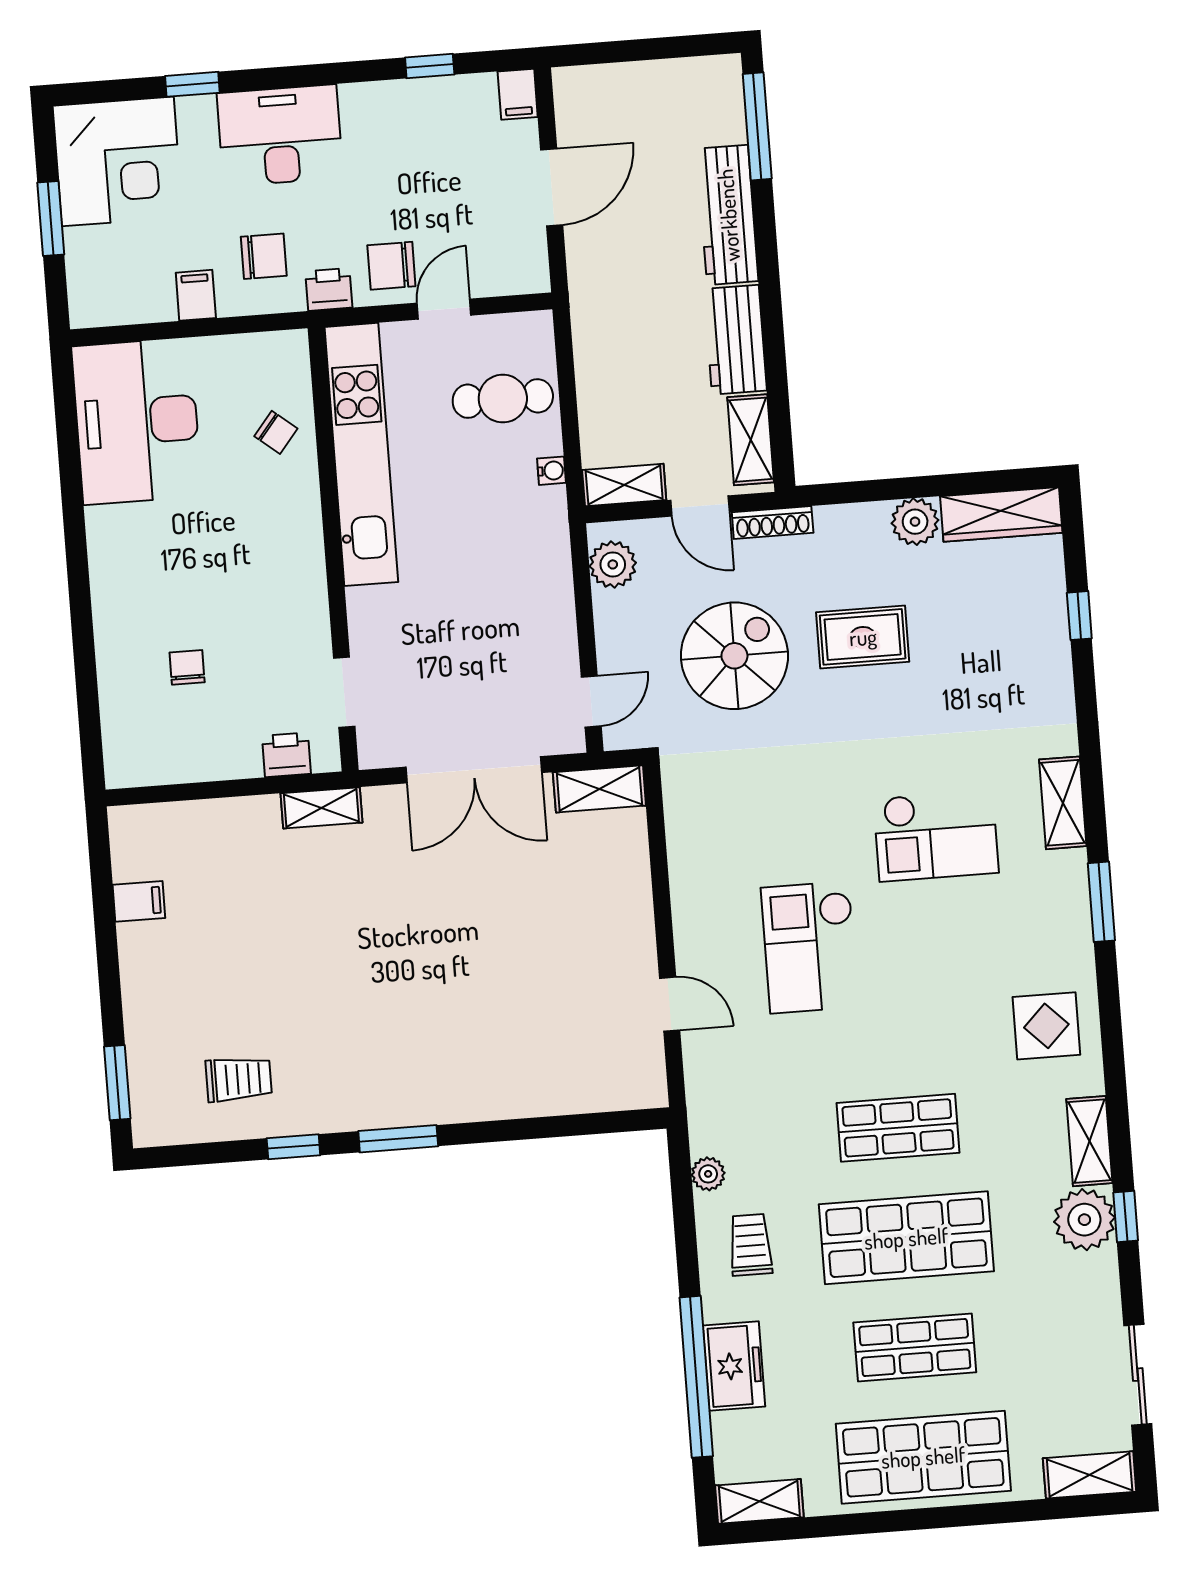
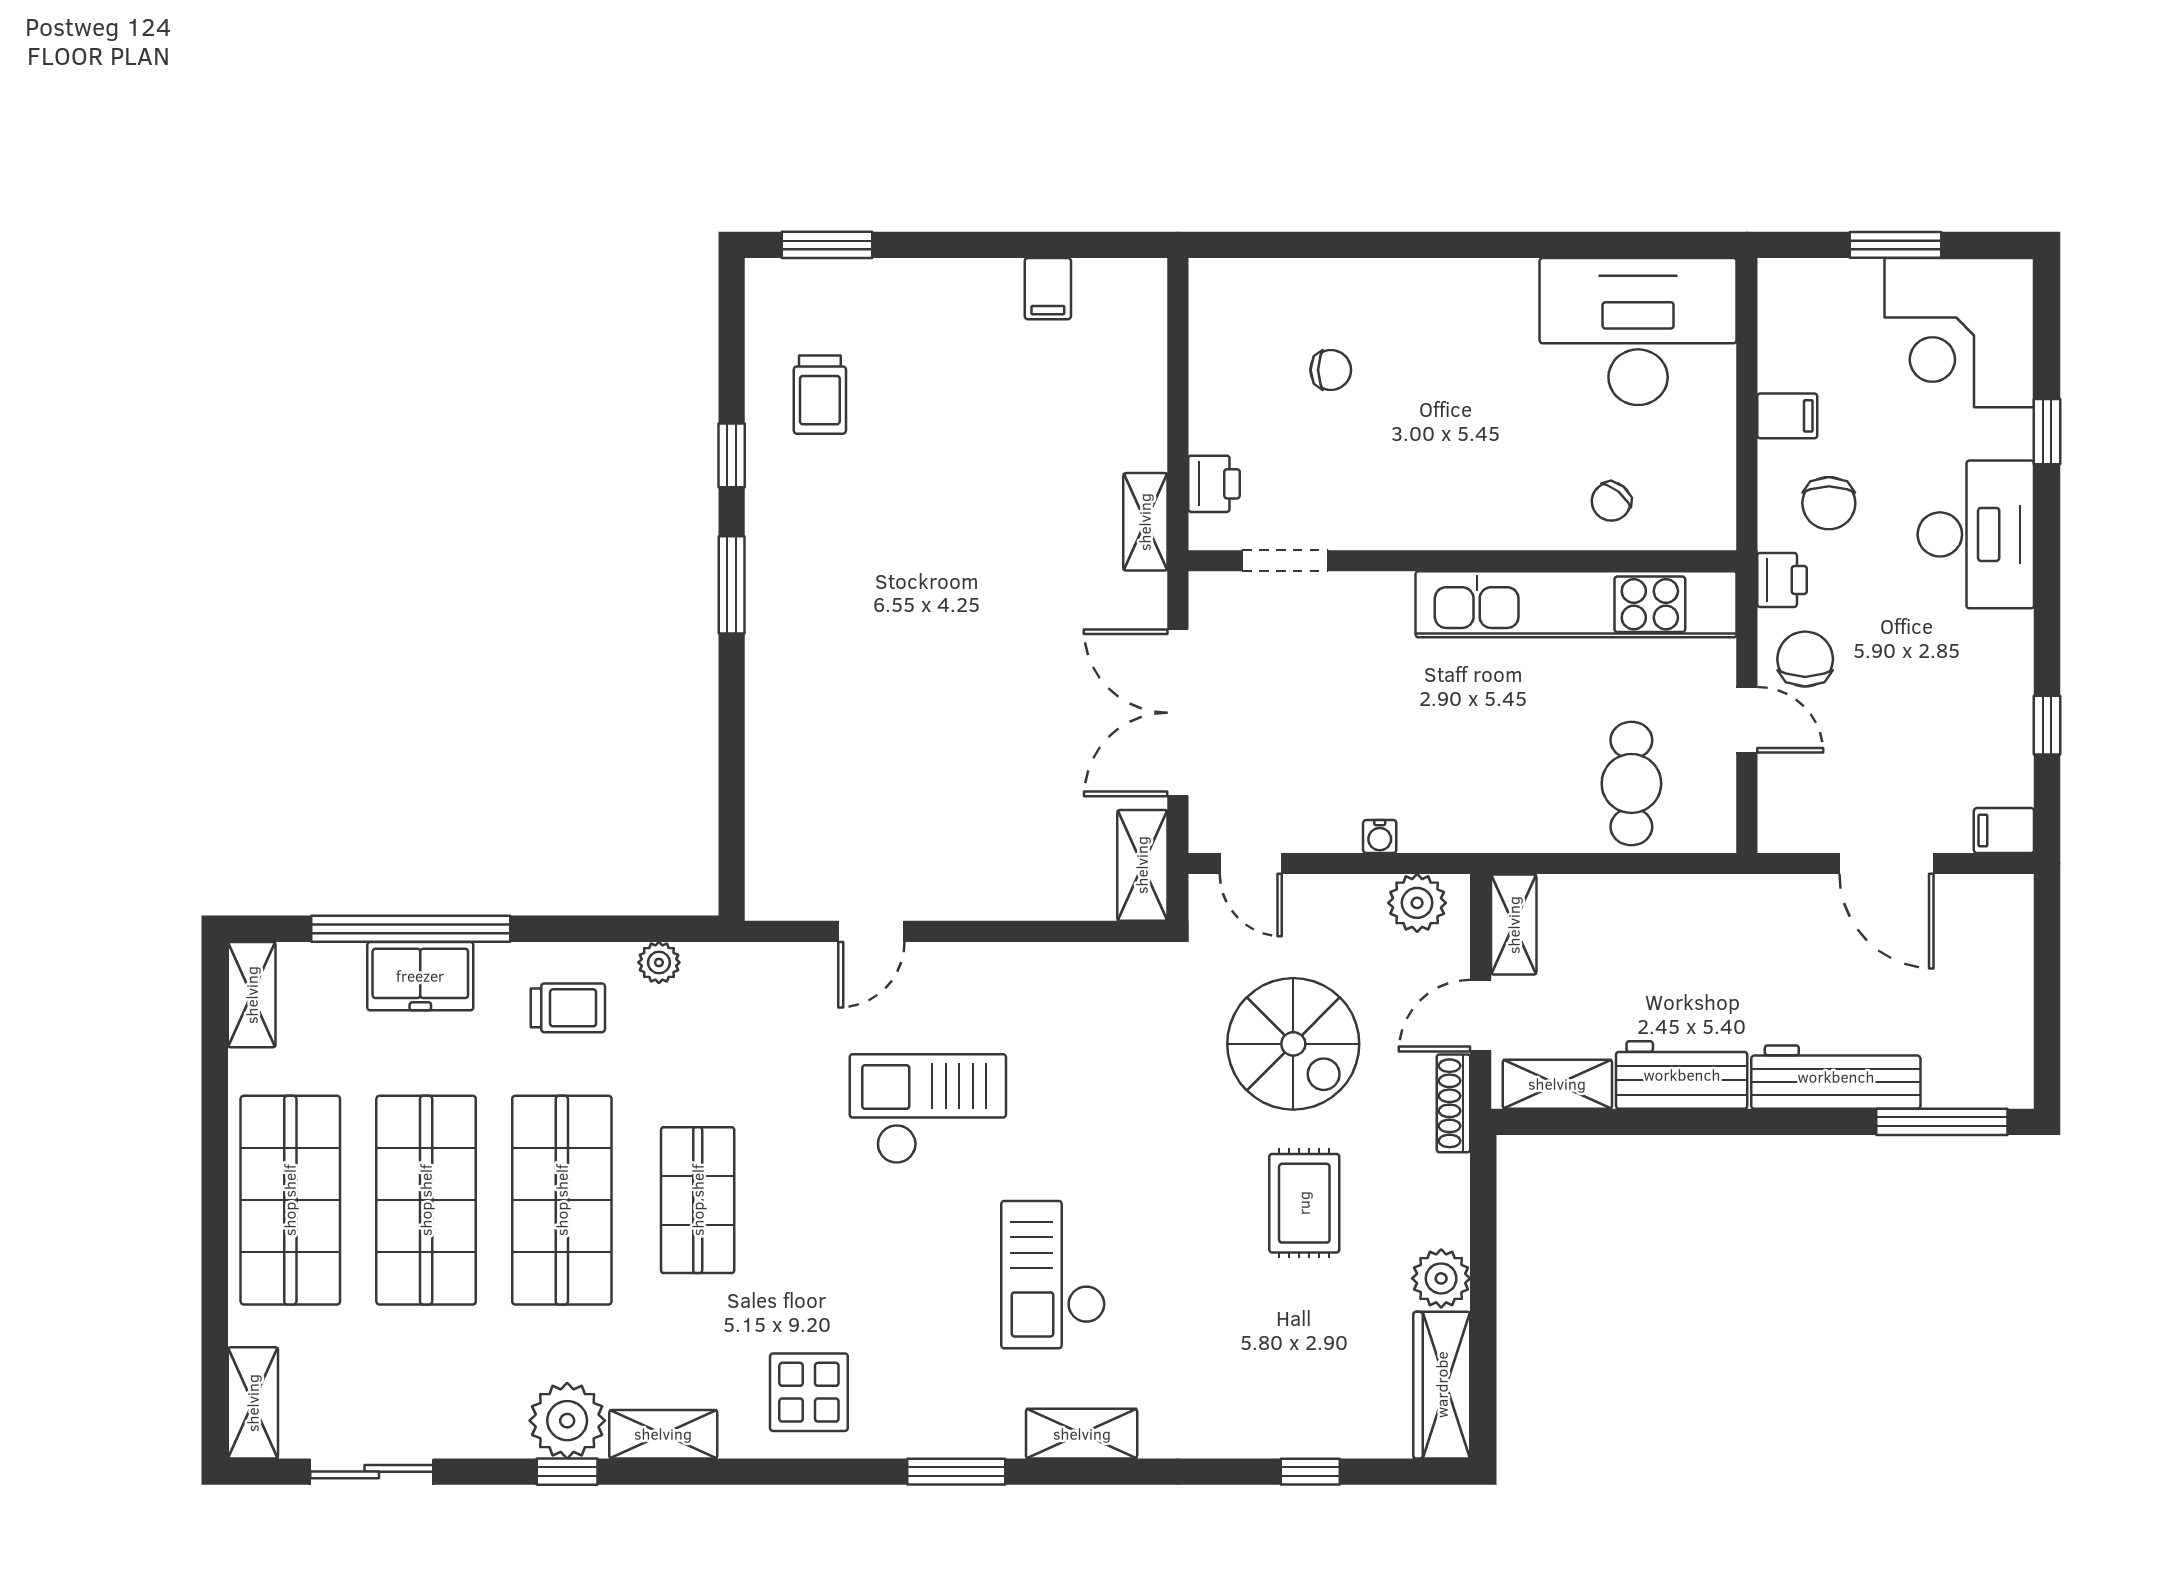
water cooler: (552, 471) -> (1380, 836), moved
shop shelf: (915, 1347) -> (426, 1200), width x1.43, depth x1.36

